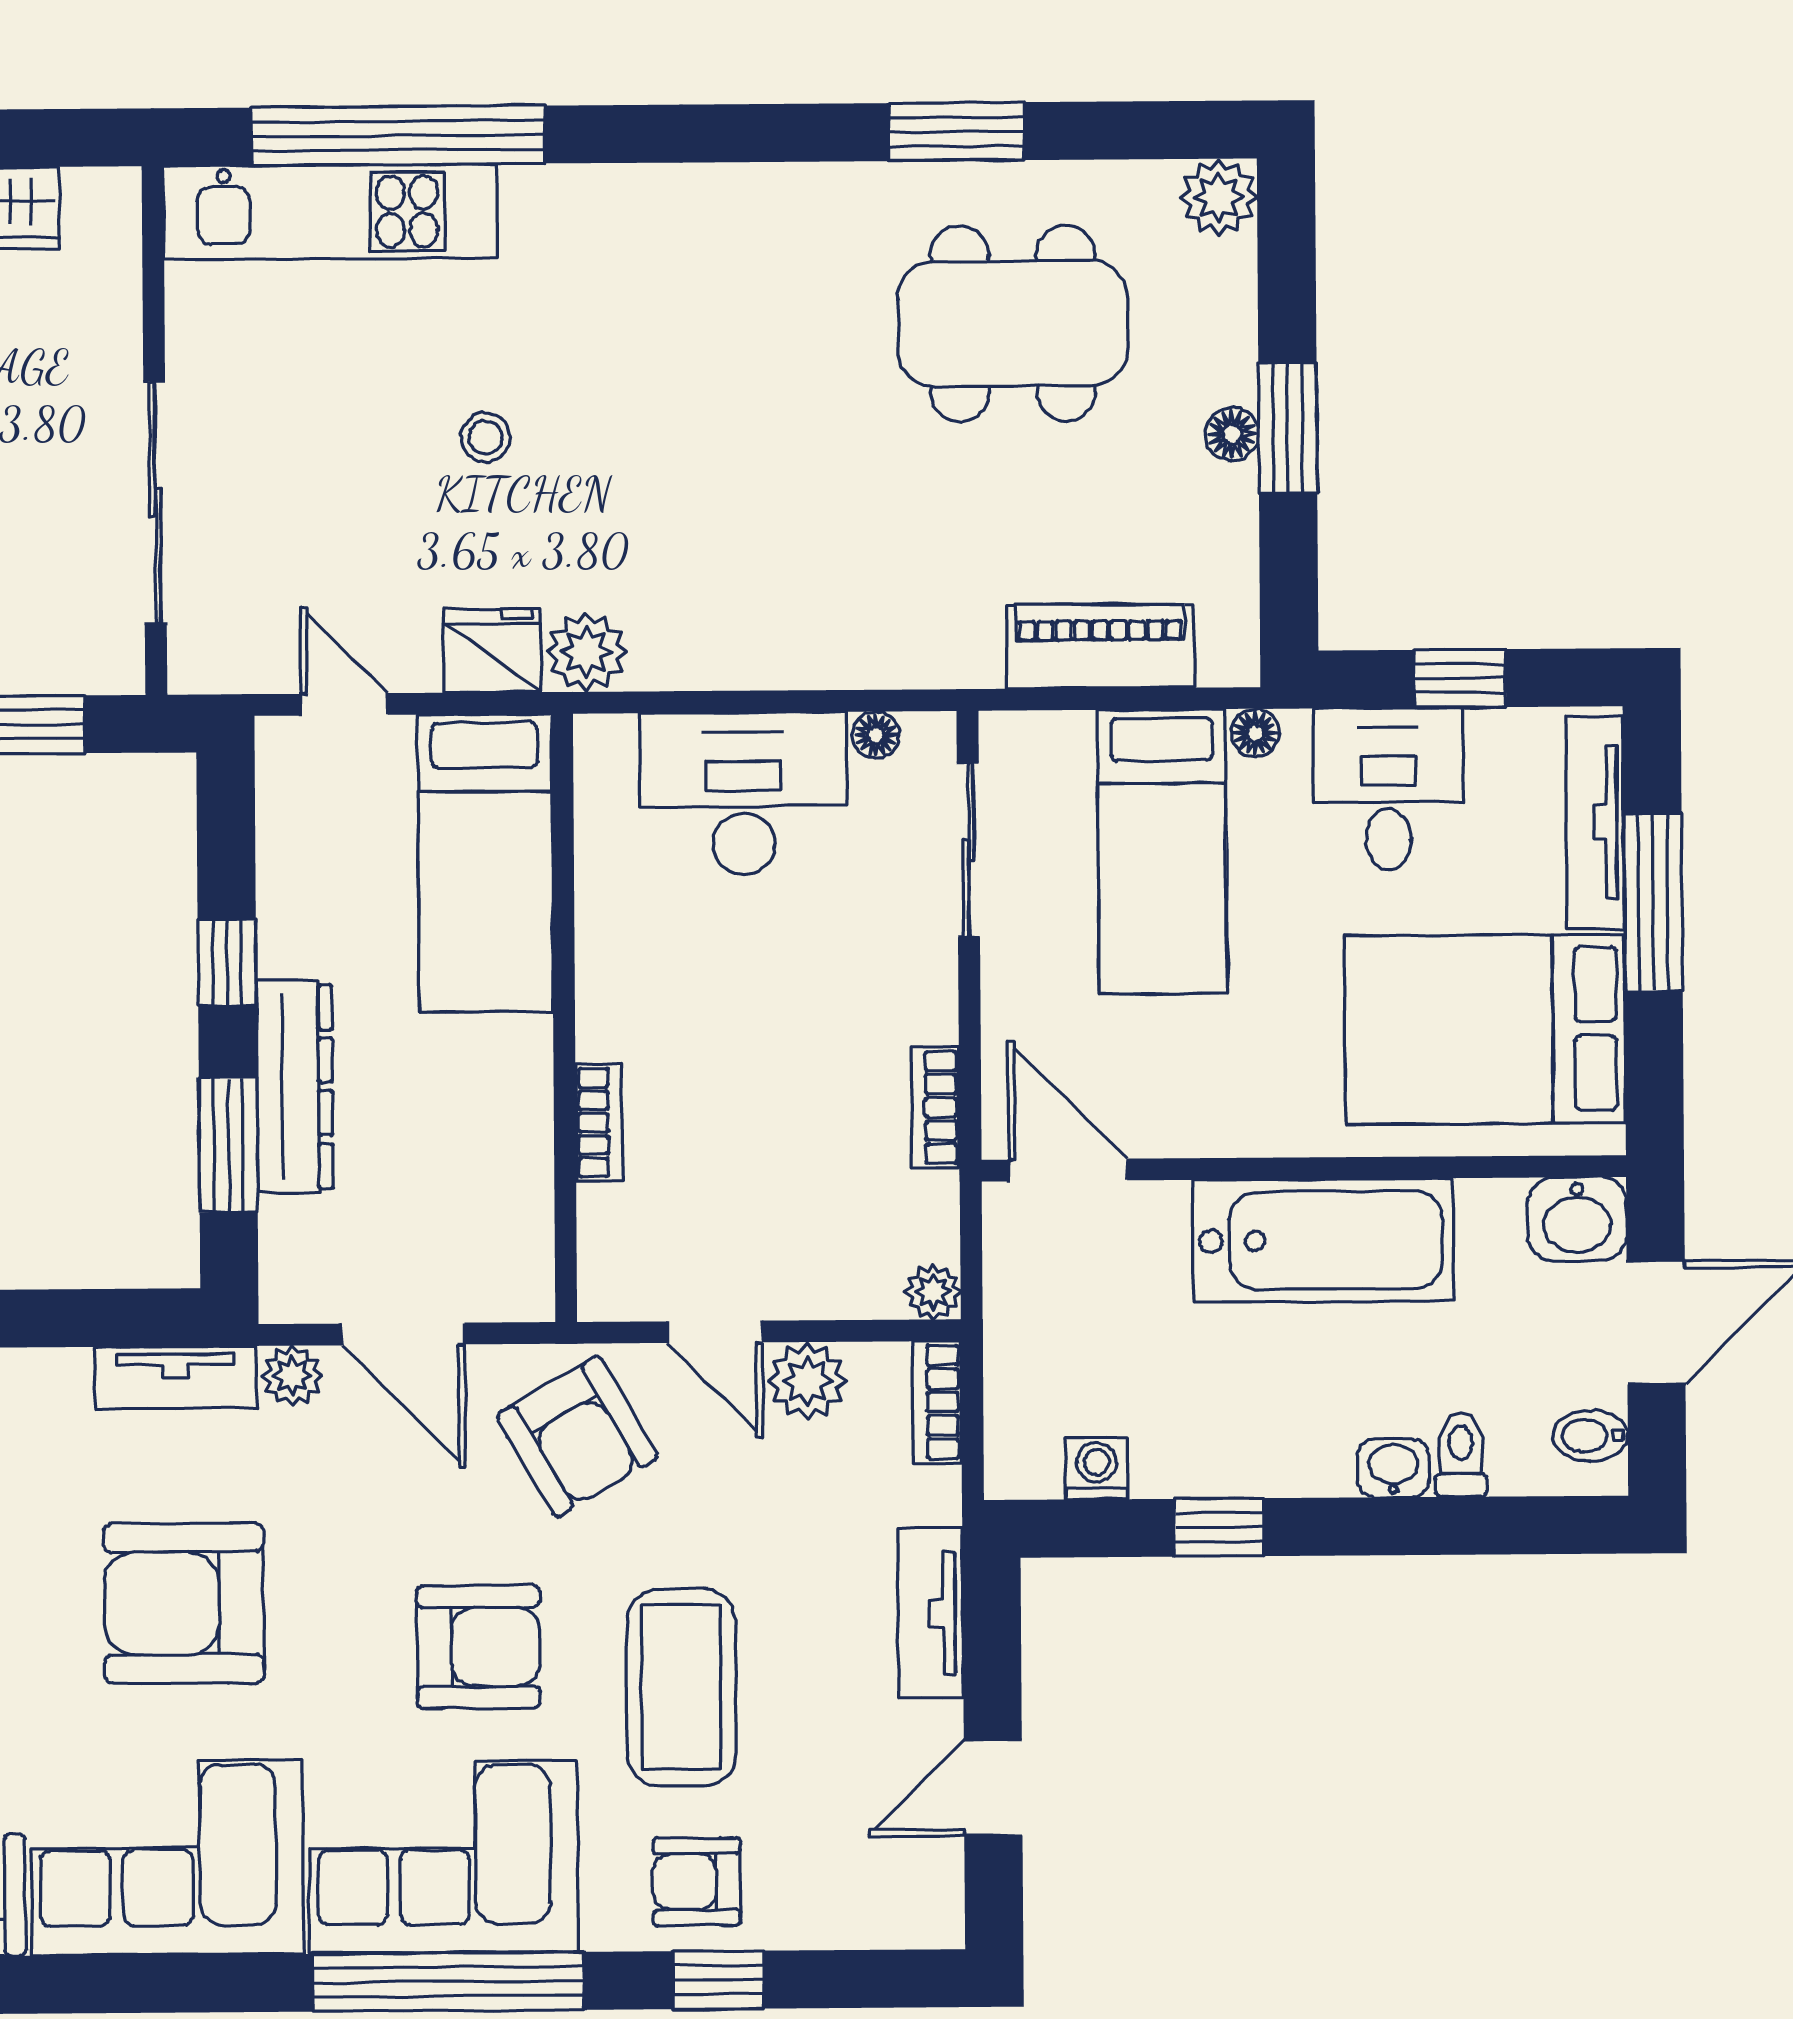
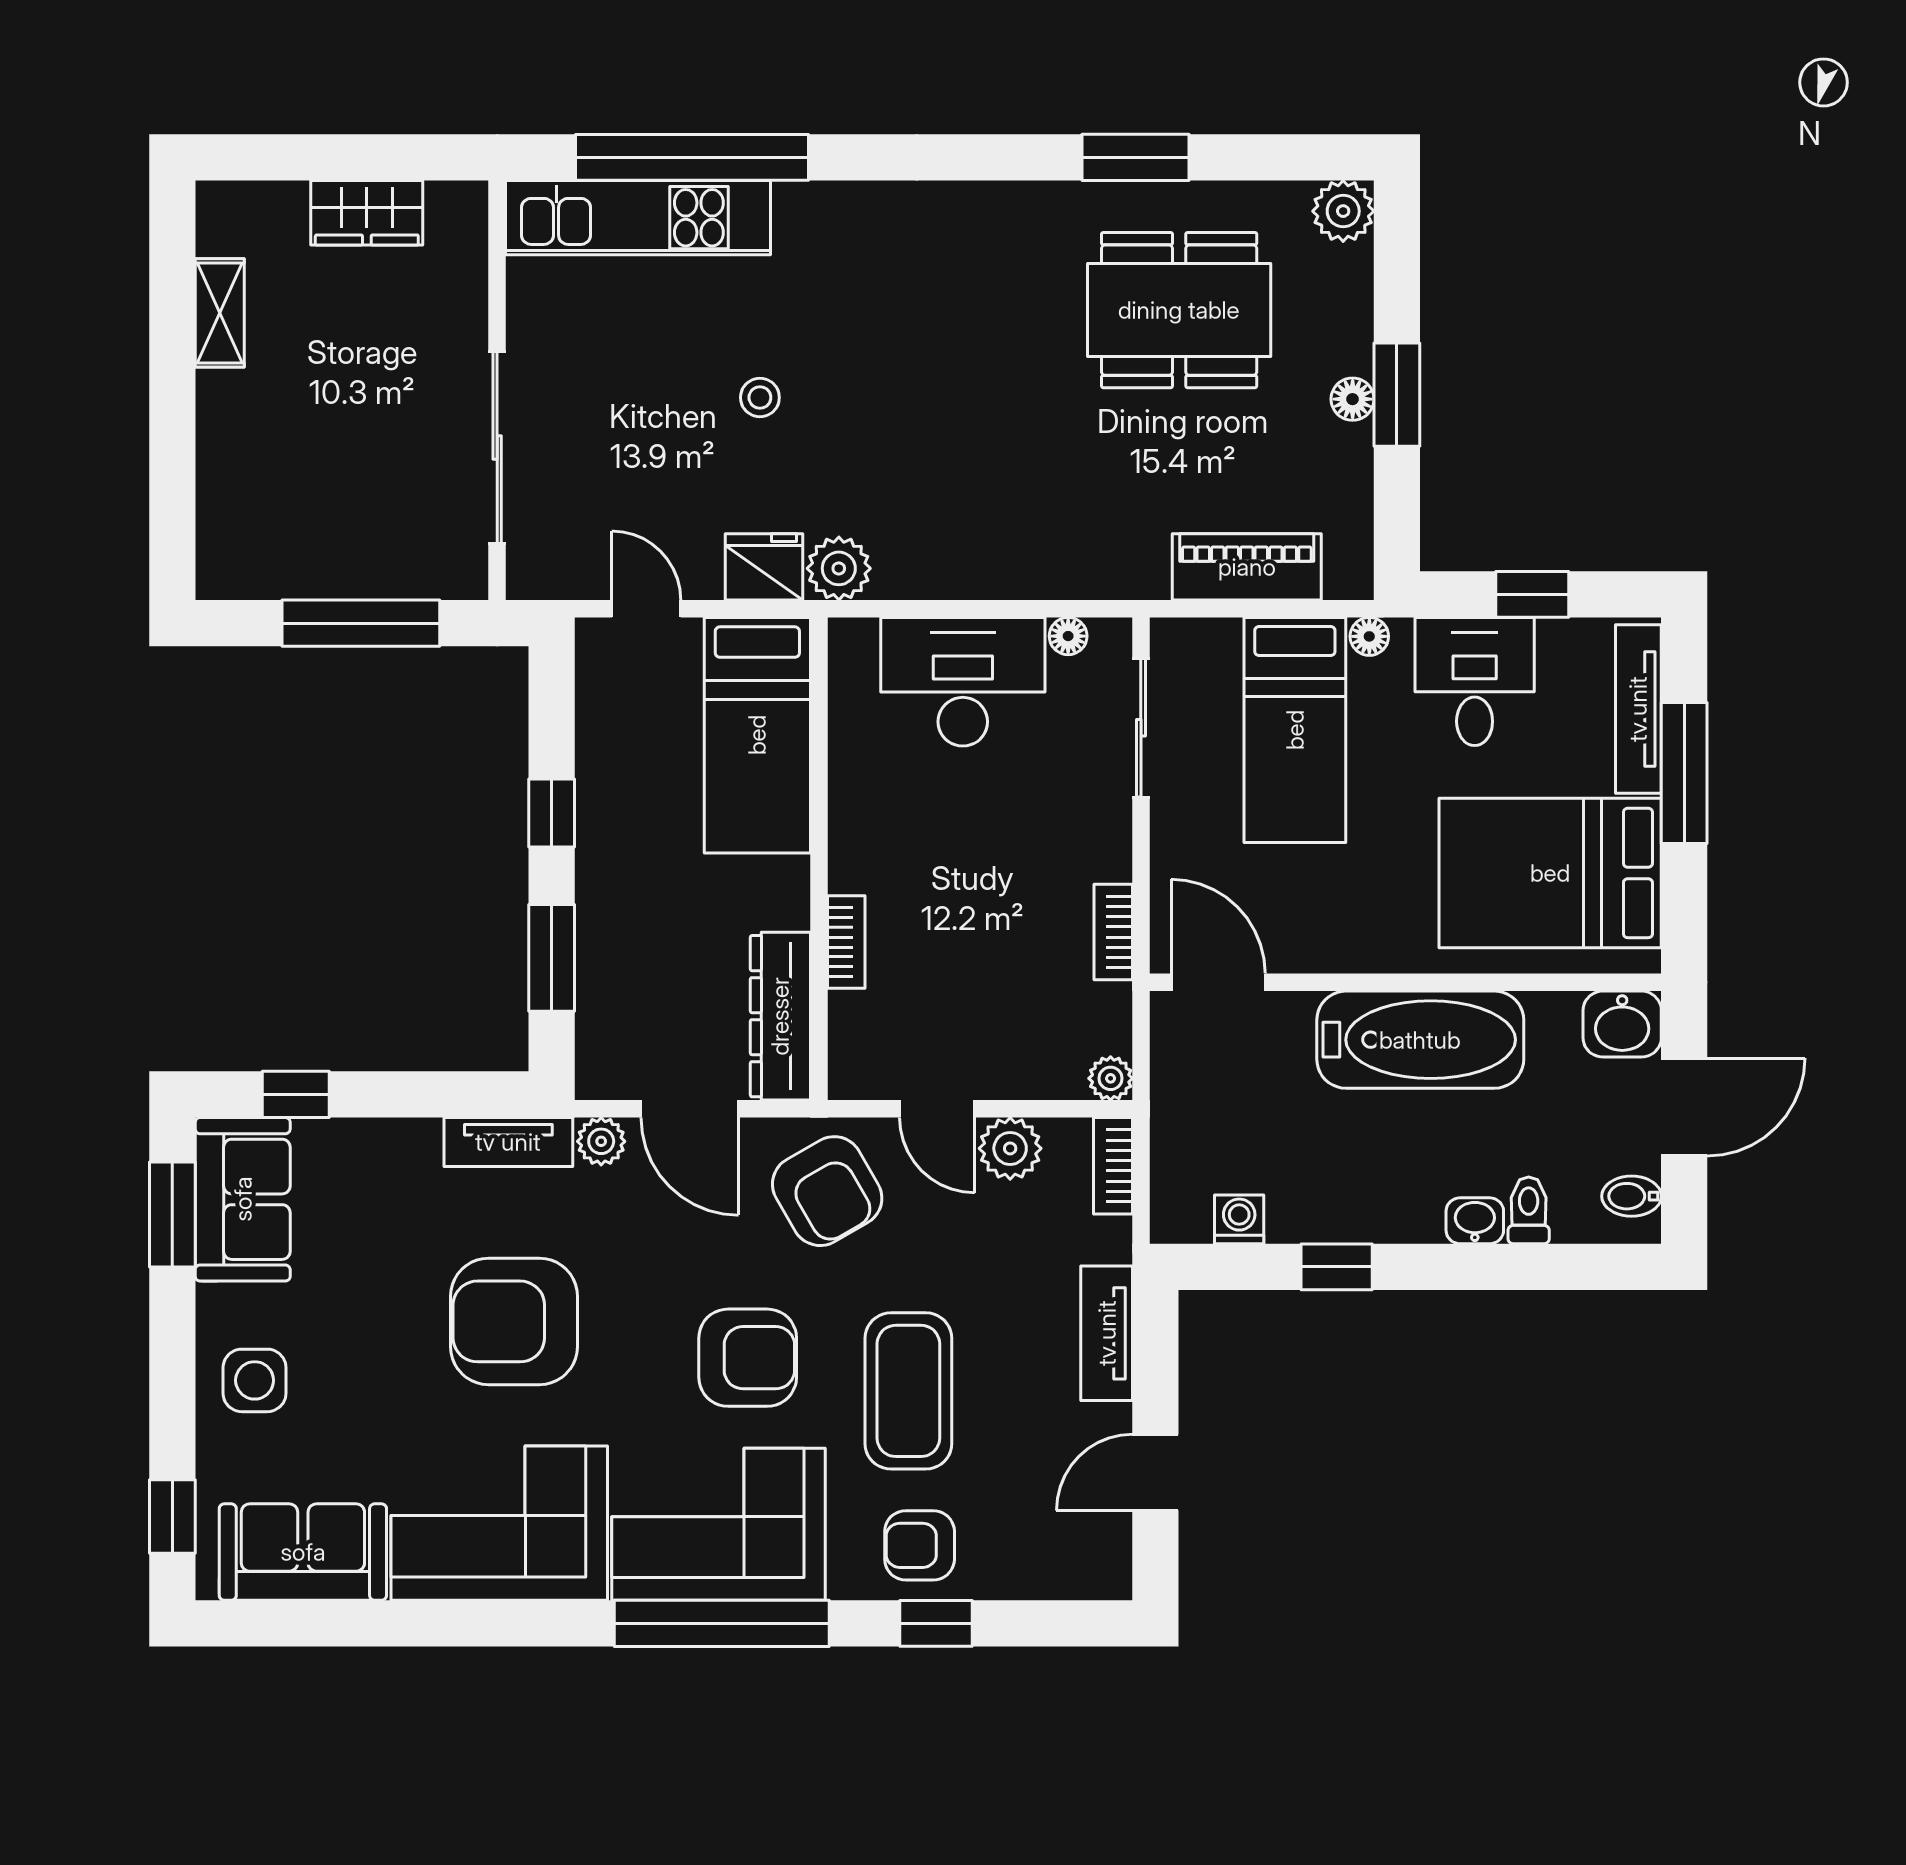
dresser: (295, 1087) -> (780, 1016), moved, turned 180

